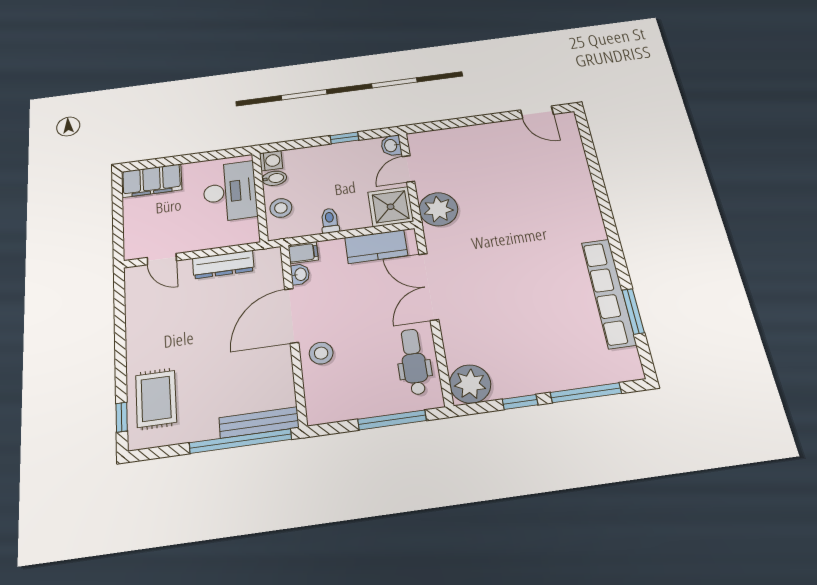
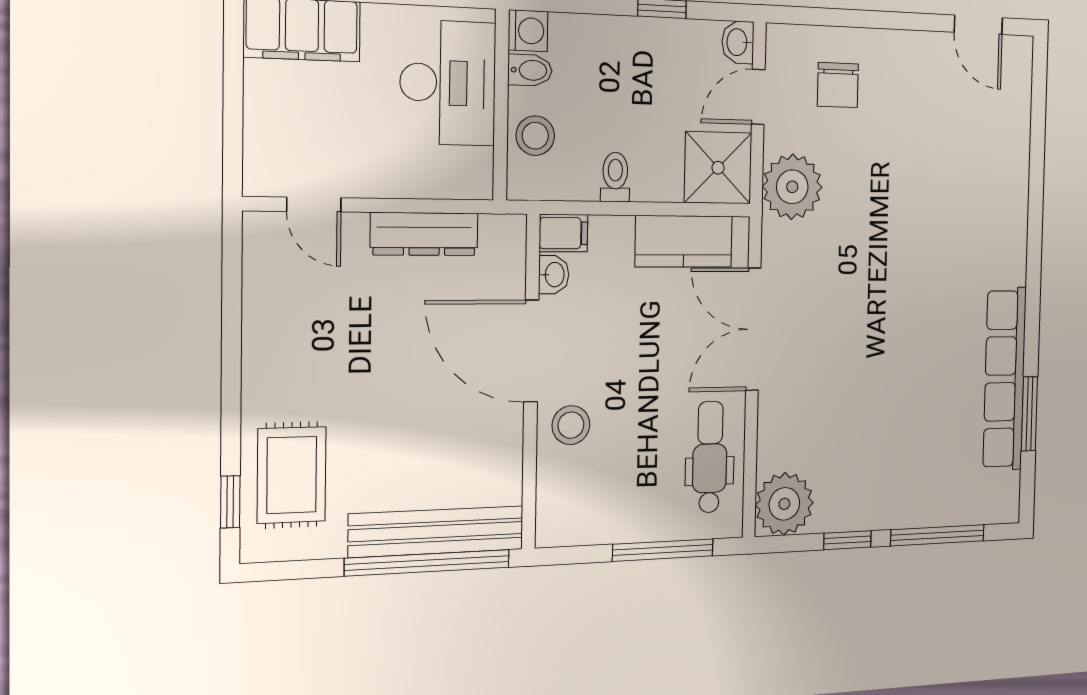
chair: (456, 155) -> (838, 85), added
door: (292, 316) -> (531, 351), hinge flipped
bench: (259, 423) -> (437, 532), width x1.37, depth x1.21

